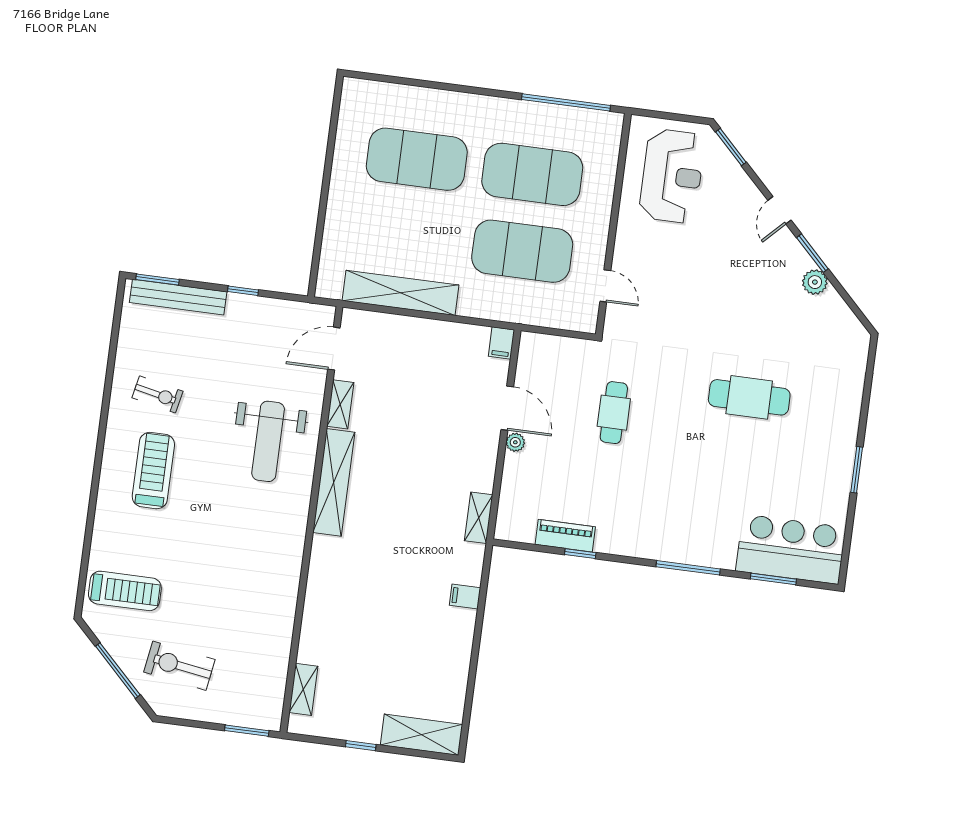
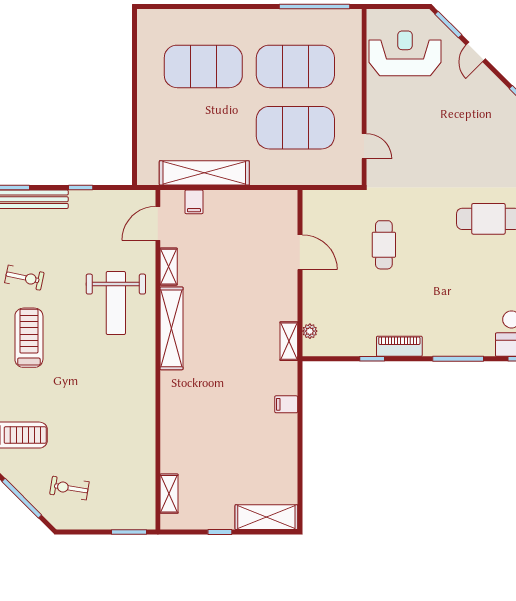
reception desk: (672, 176) -> (405, 53), turned -90
door: (779, 210) -> (476, 52), moved
filing cabinet: (501, 343) -> (194, 202), moved
plant: (515, 442) -> (310, 331), moved
piano: (565, 536) -> (399, 346), moved
exercise bike: (179, 666) -> (69, 488), width x0.73, depth x0.72

